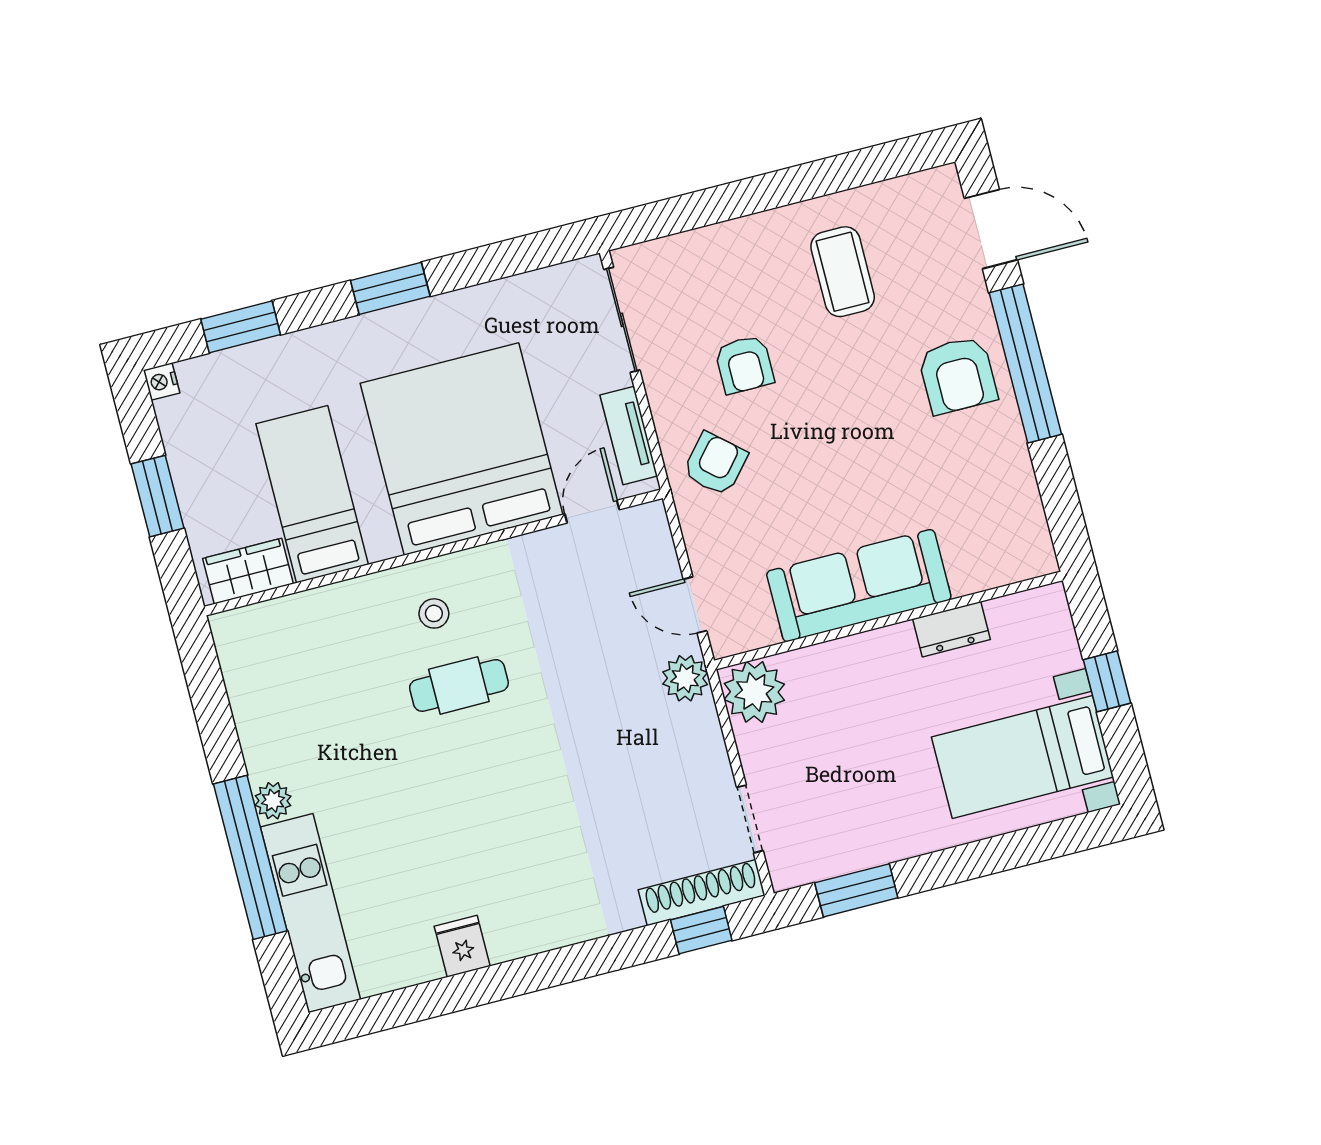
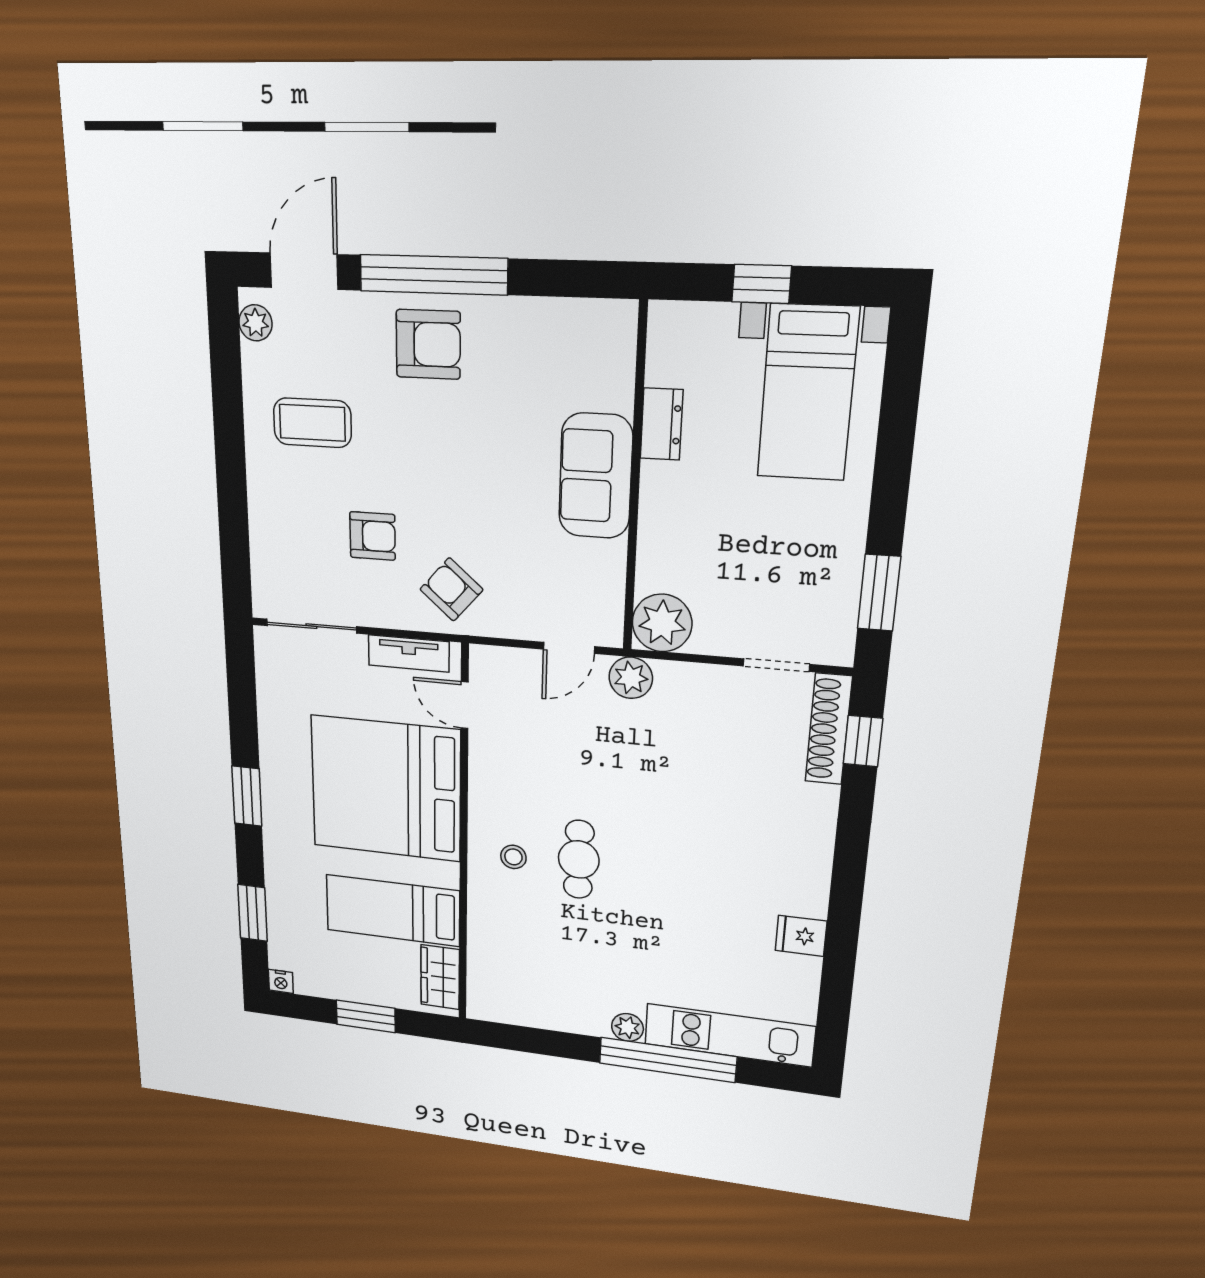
plant: (925, 188) -> (255, 323), added
sofa: (859, 586) -> (596, 476), width x0.73

